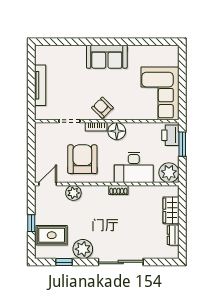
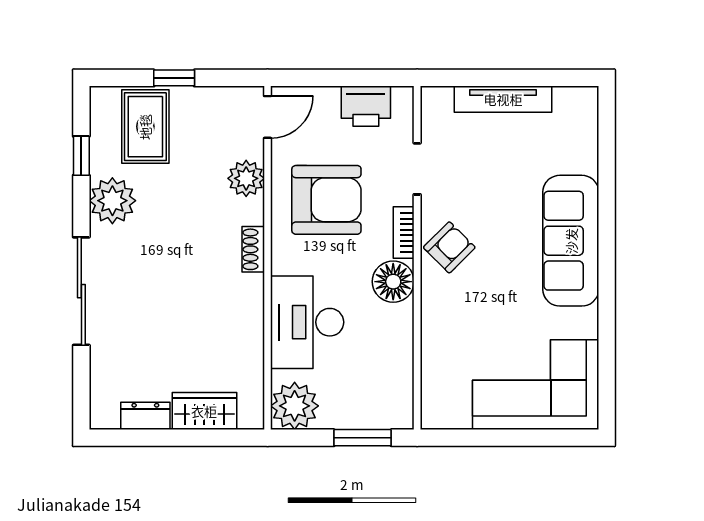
sofa: (107, 57) -> (571, 241), width x1.36
corner sofa: (160, 93) -> (536, 385), moved
printer: (170, 135) -> (366, 106), moved, turned 180
door: (48, 184) -> (268, 117), hinge flipped
shoe rack: (118, 190) -> (253, 249), moved

